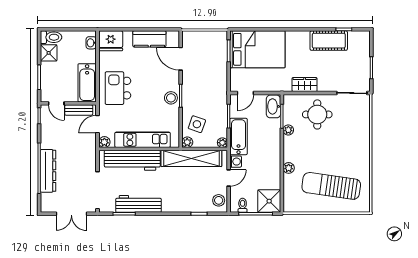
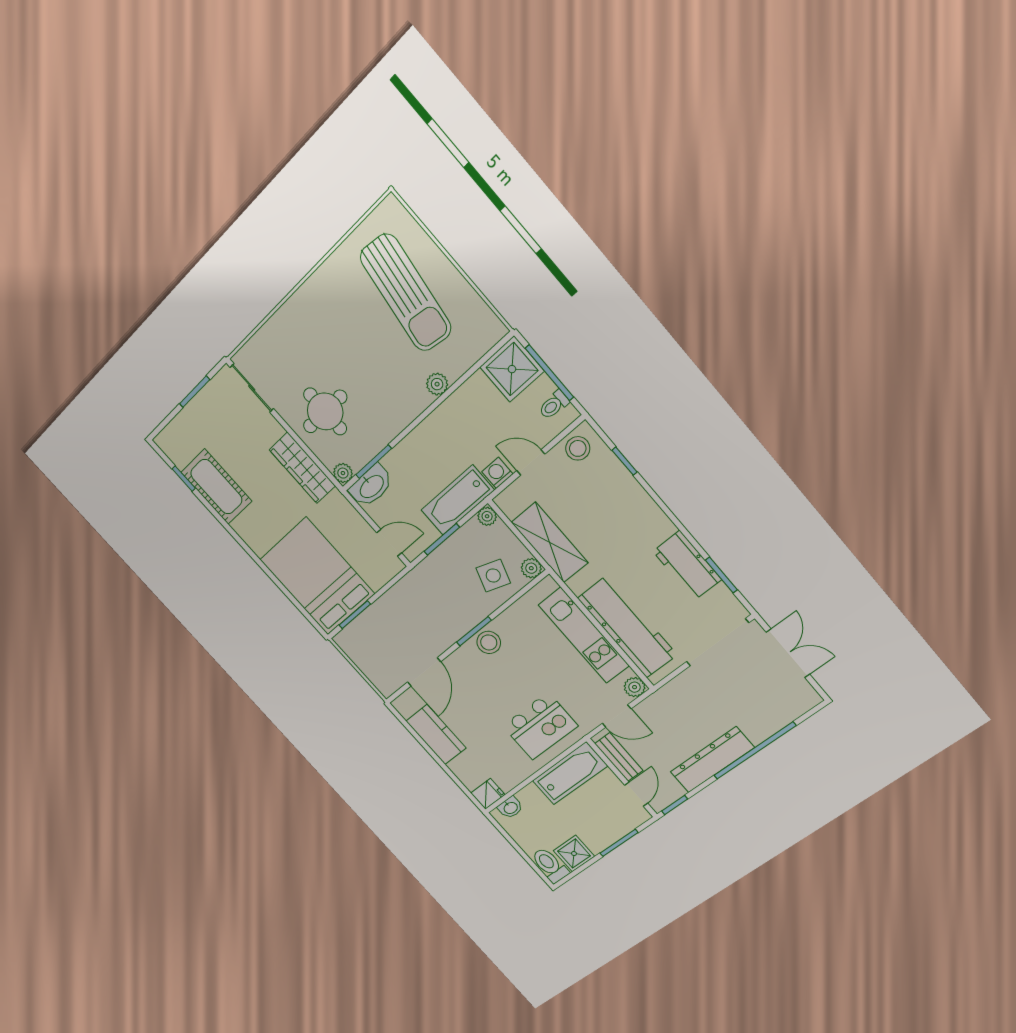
fridge: (111, 41) -> (488, 794), width x0.53, depth x0.75
wardrobe: (305, 85) -> (302, 468), width x1.50
plant: (288, 130) -> (343, 473), moved
shelving: (191, 158) -> (550, 542), width x0.68
dresser: (48, 171) -> (712, 760), moved
workbench: (139, 204) -> (687, 565), width x0.73

